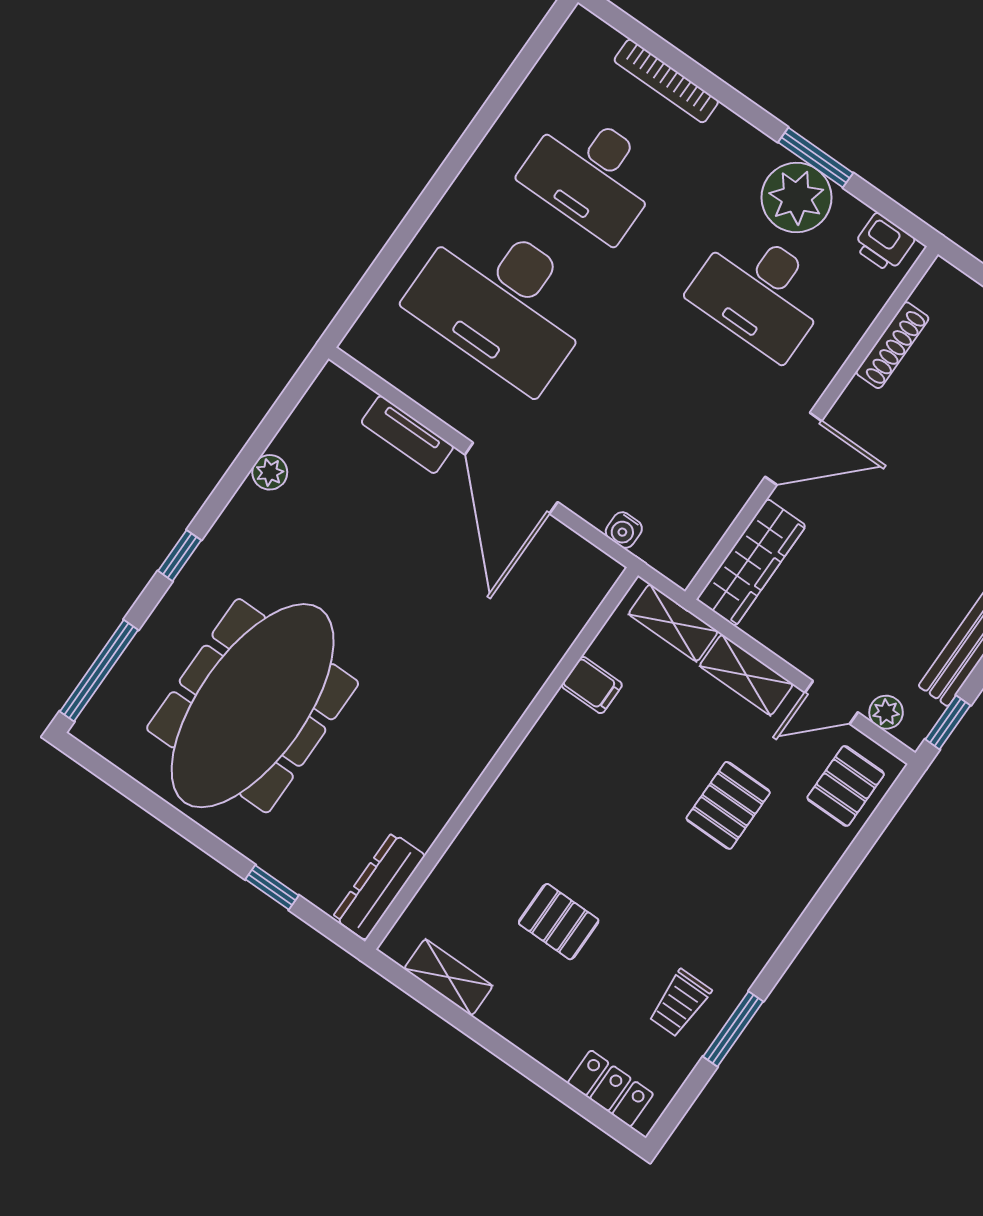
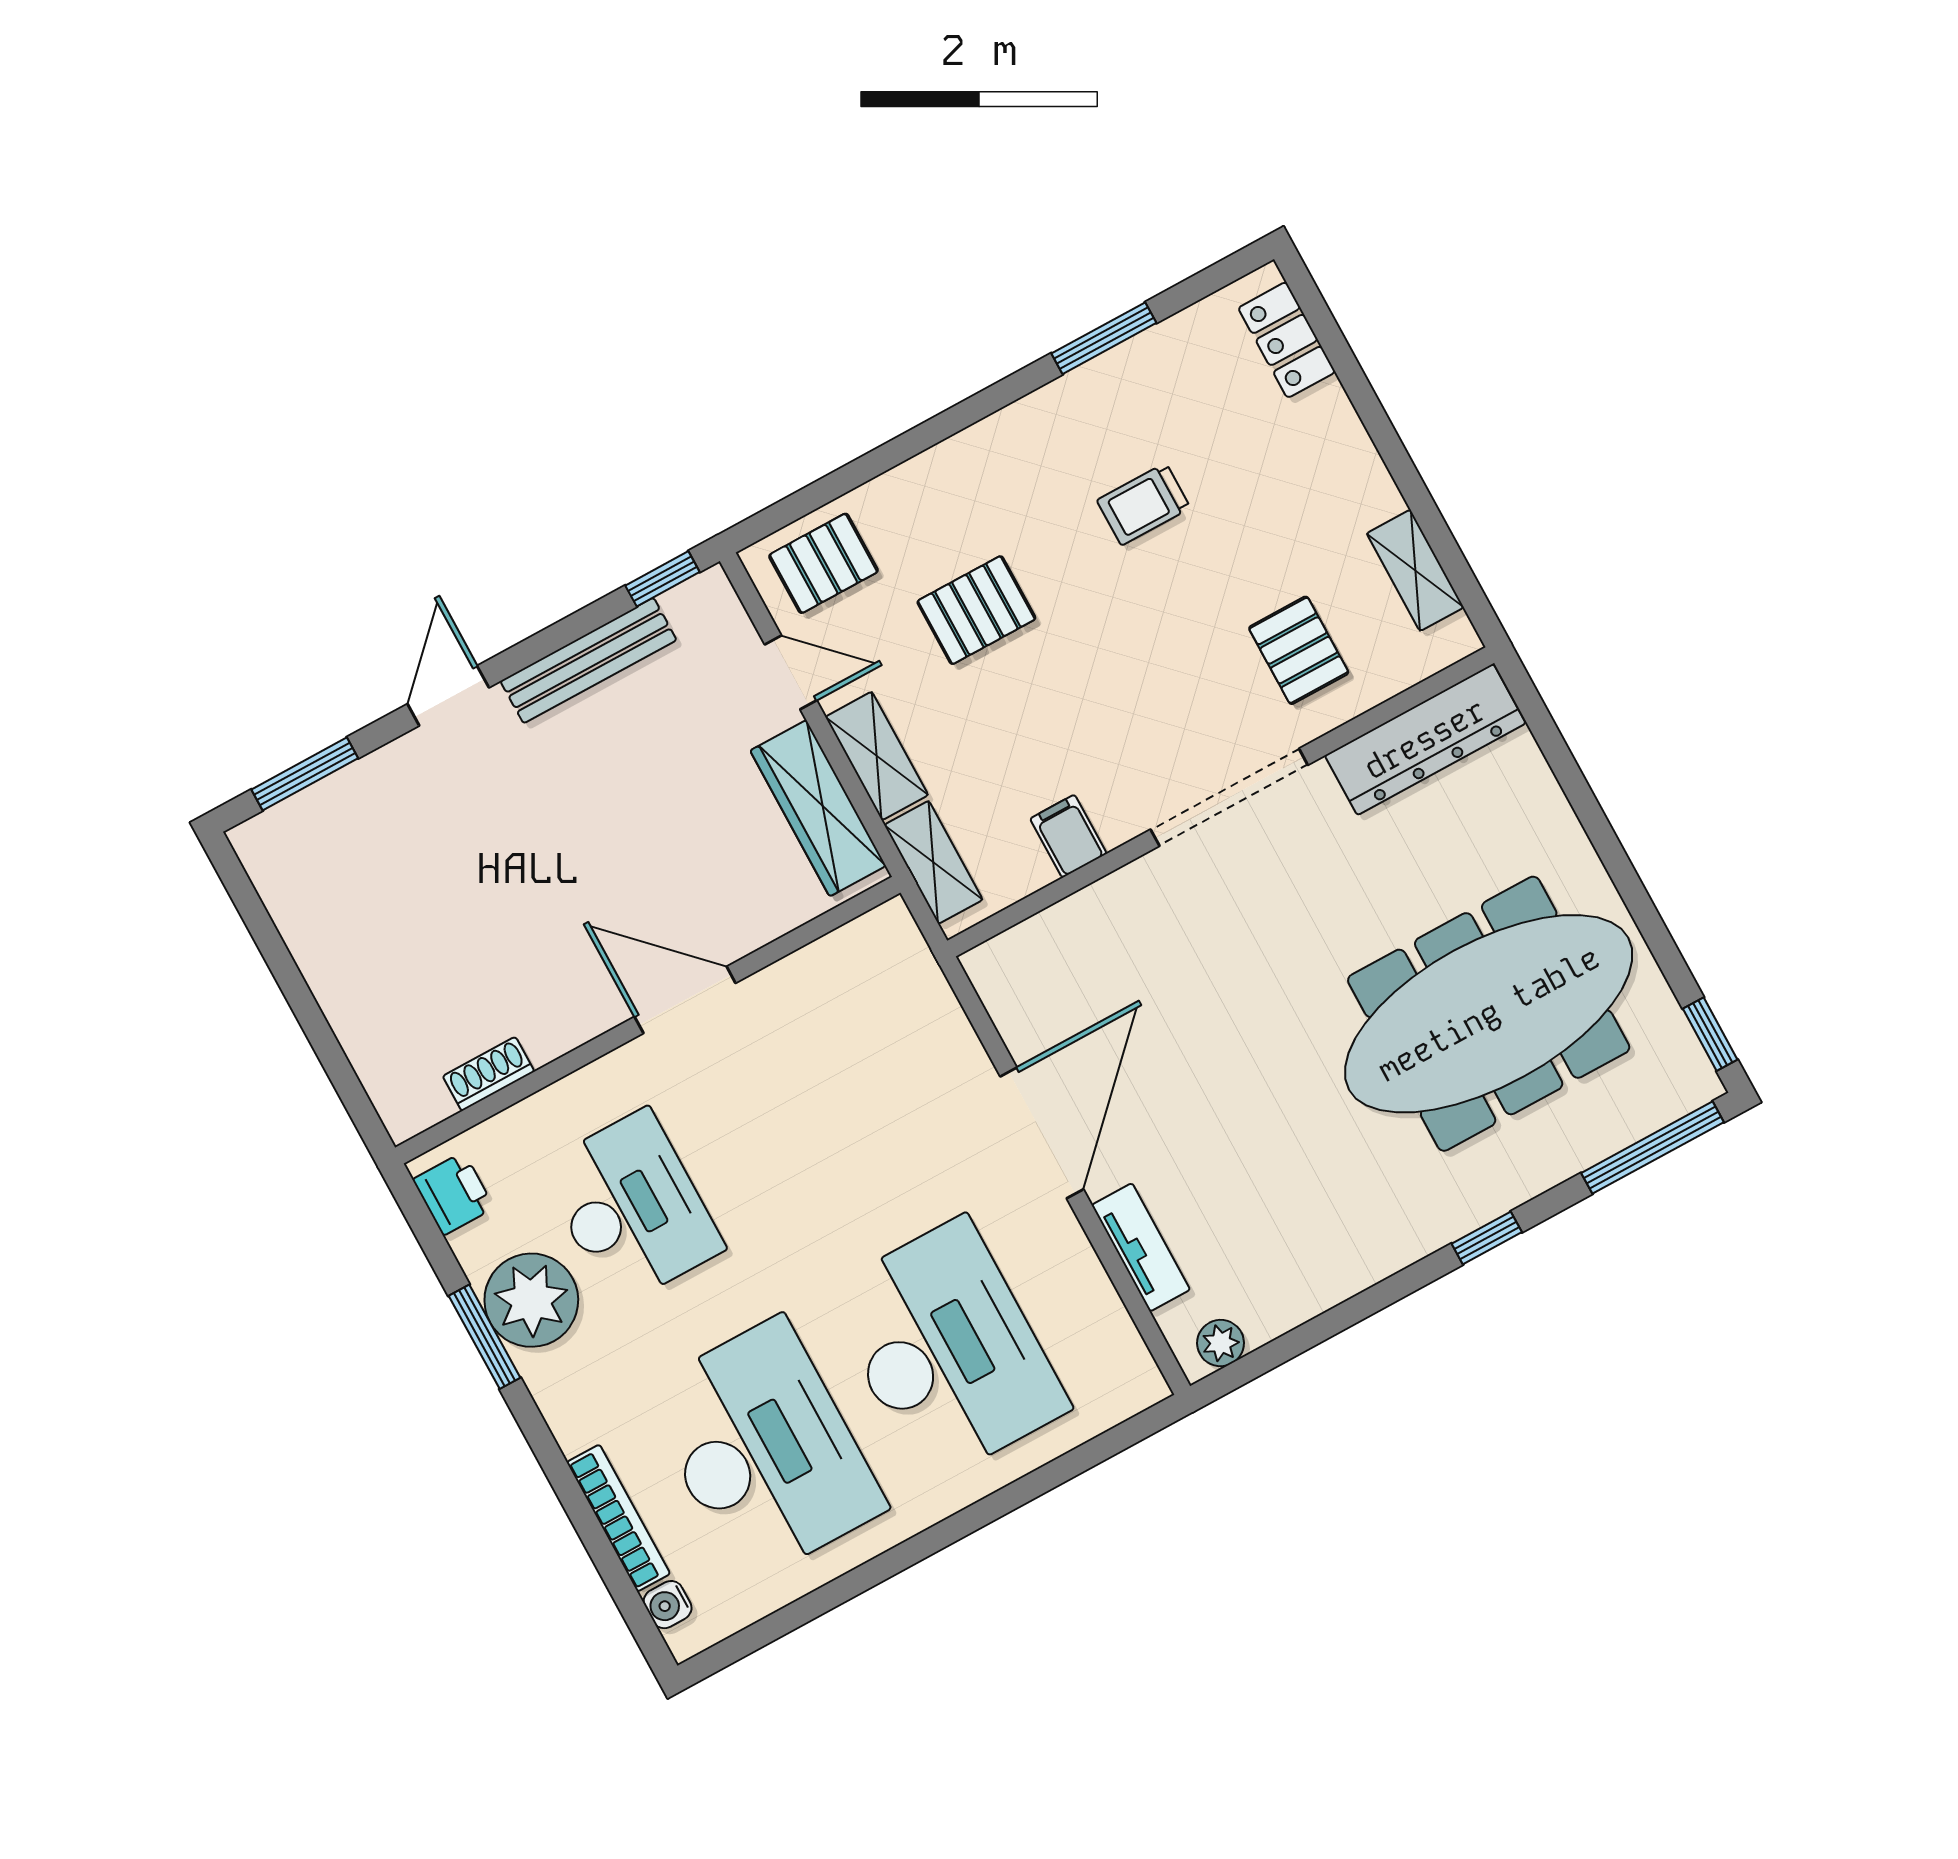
desk: (592, 174) -> (764, 1450), width x1.36, depth x1.30
shoe rack: (892, 345) -> (489, 1074), width x0.70
plant: (270, 472) -> (1221, 1343), moved
water cooler: (624, 530) -> (668, 1605), moved, turned 180
wardrobe: (751, 562) -> (818, 808), moved, turned -90
plant: (886, 712) -> (731, 628), removed
doorway: (497, 764) -> (1229, 797), added
dresser: (379, 886) -> (1425, 739), width x1.37, depth x1.24
window: (272, 887) -> (1710, 1034), moved
pallet: (559, 922) -> (1299, 650), moved
trolley: (680, 1003) -> (1144, 504), moved, turned 180

